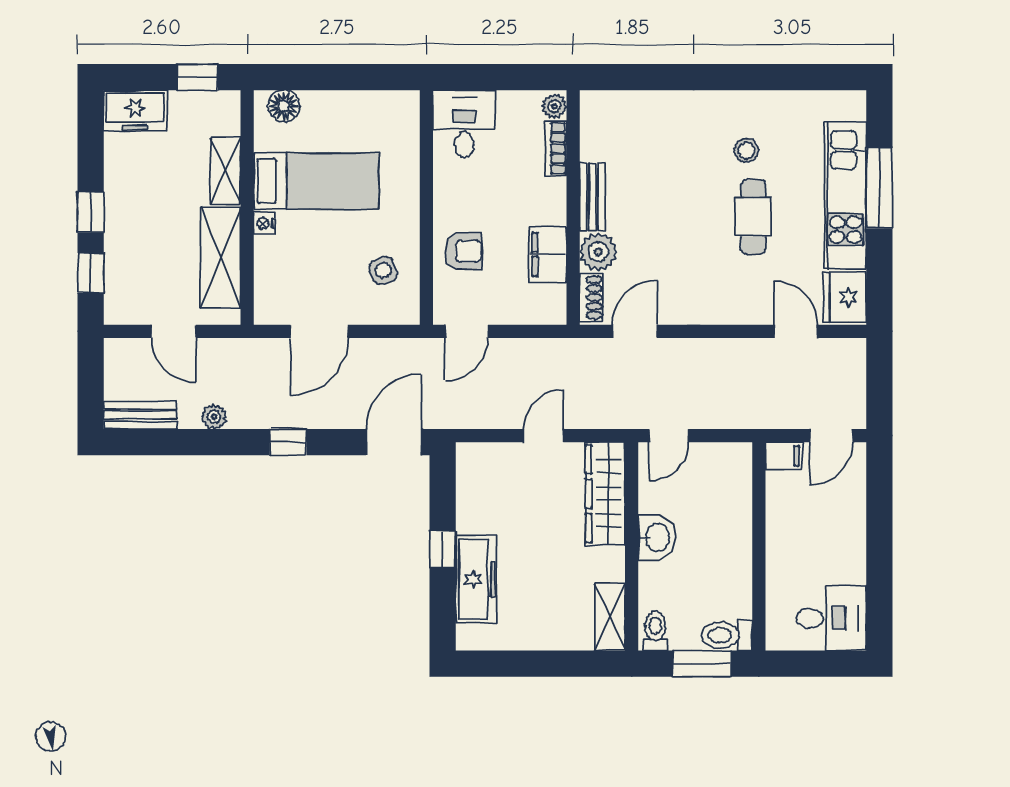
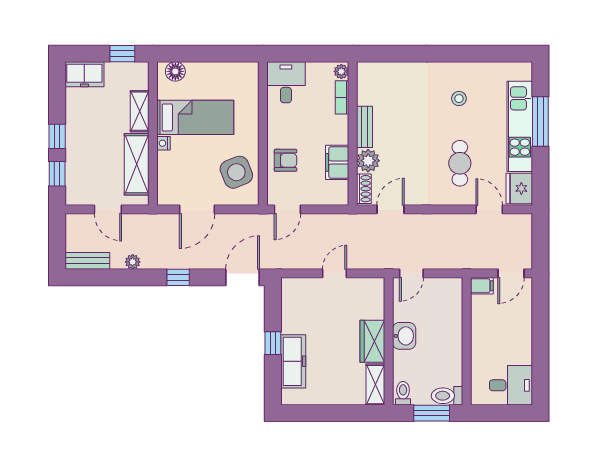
cafe table: (753, 217) -> (460, 163), moved
side table: (383, 270) -> (236, 172), width x1.87, depth x1.87
wardrobe: (605, 494) -> (372, 341), moved, width x0.67

